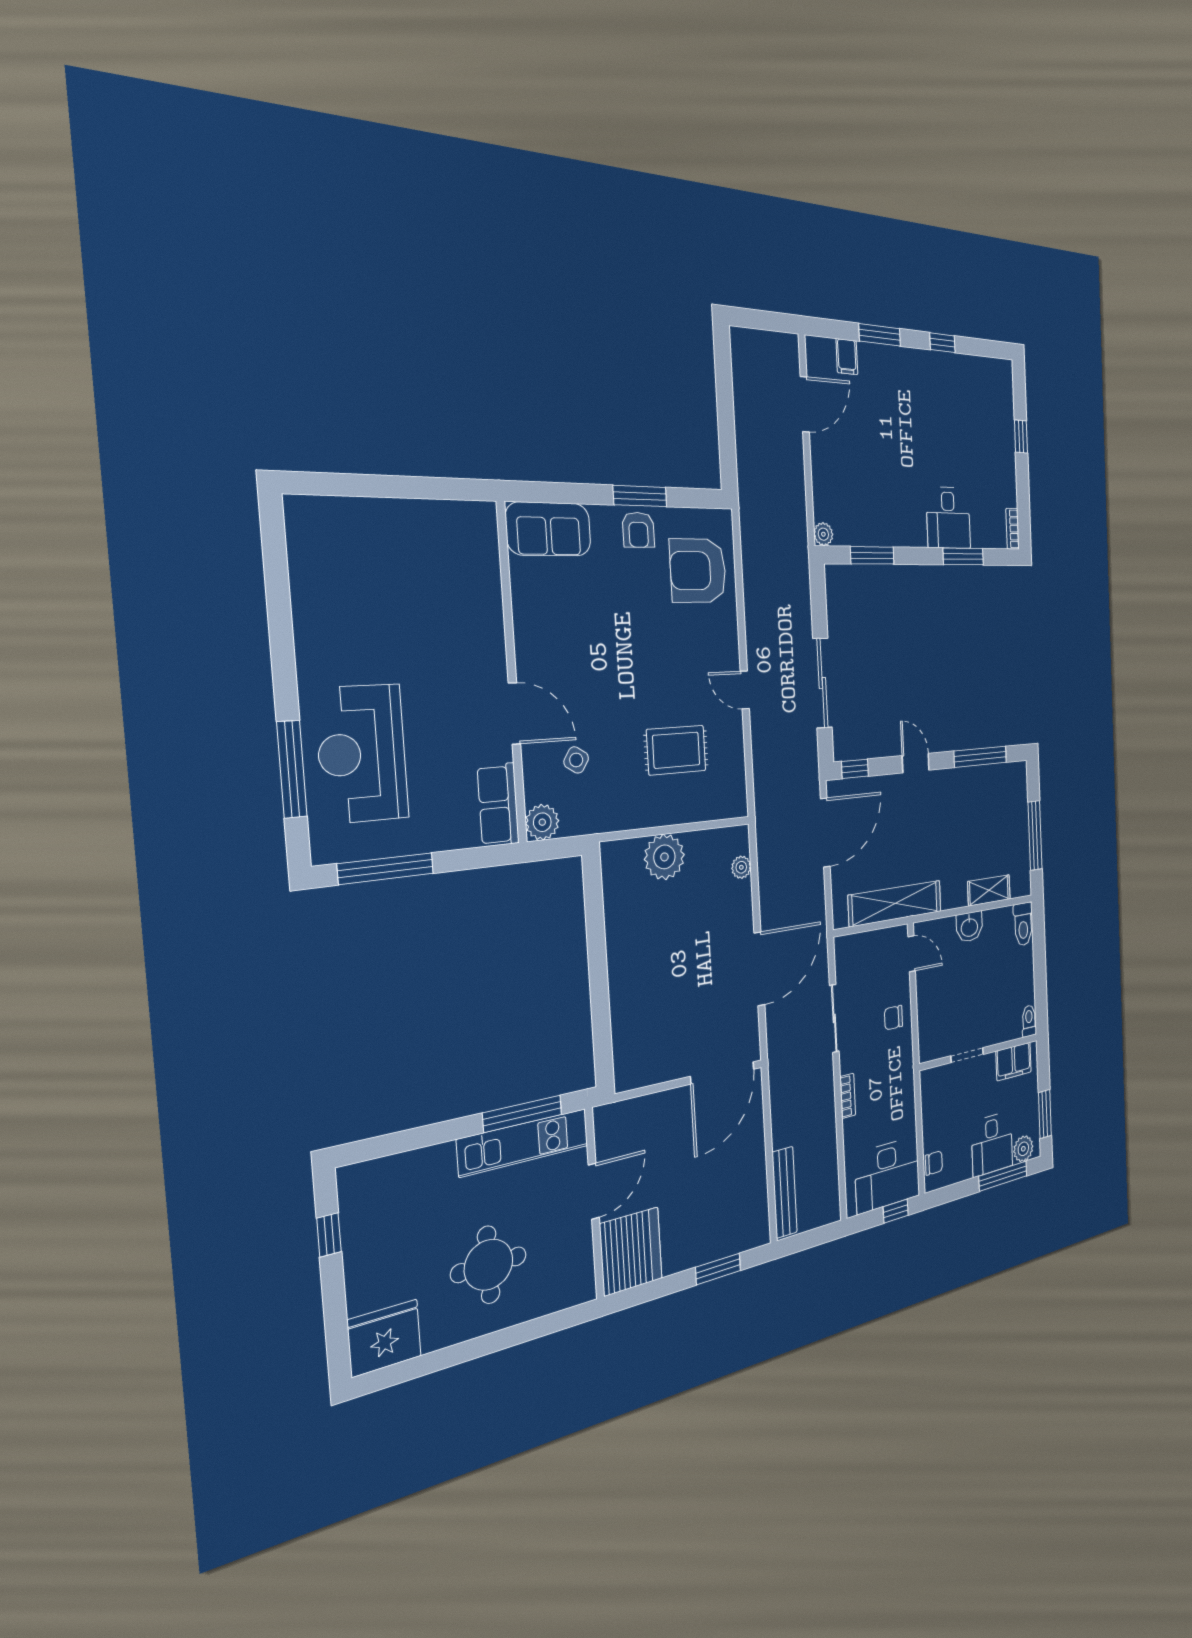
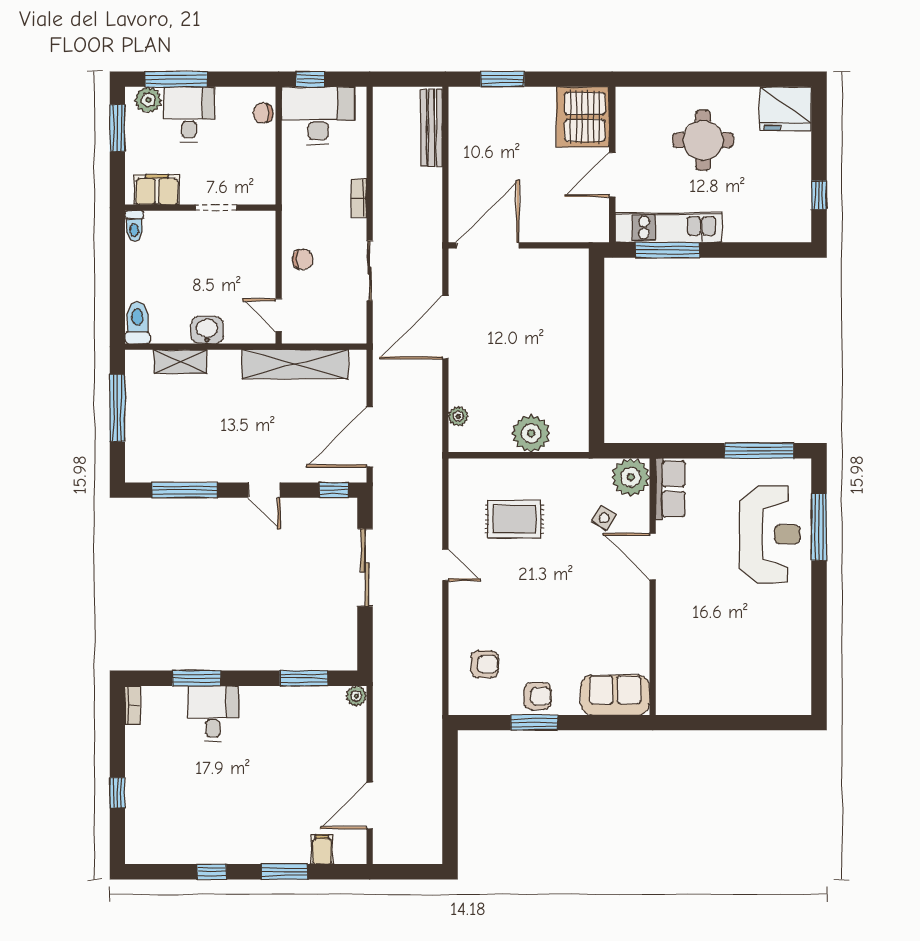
armchair: (638, 530) -> (538, 696), turned 90
armchair: (698, 571) -> (485, 664), width x0.53, depth x0.53
plant: (542, 822) -> (631, 477), width x1.36, depth x1.36

